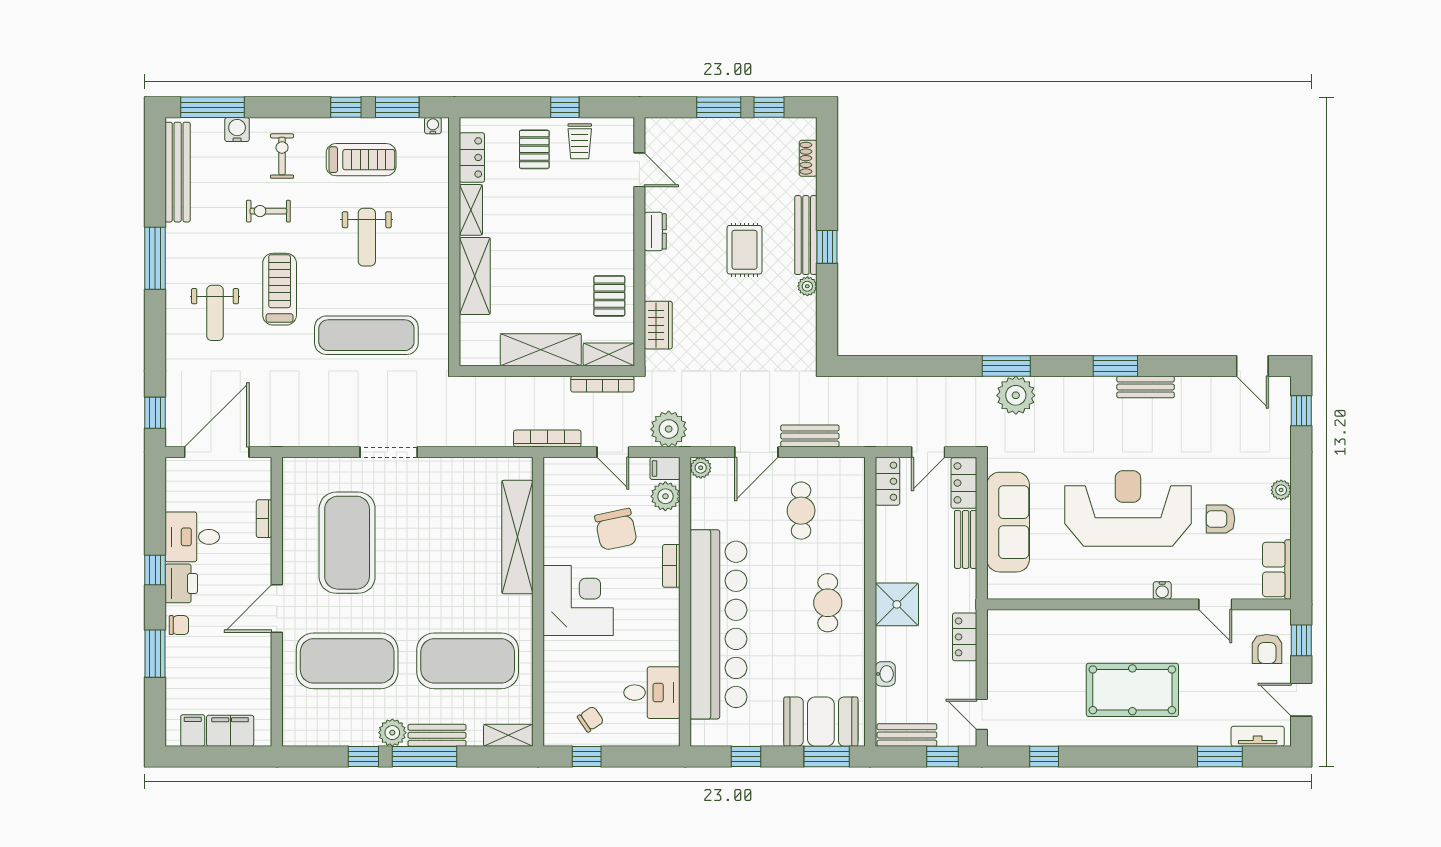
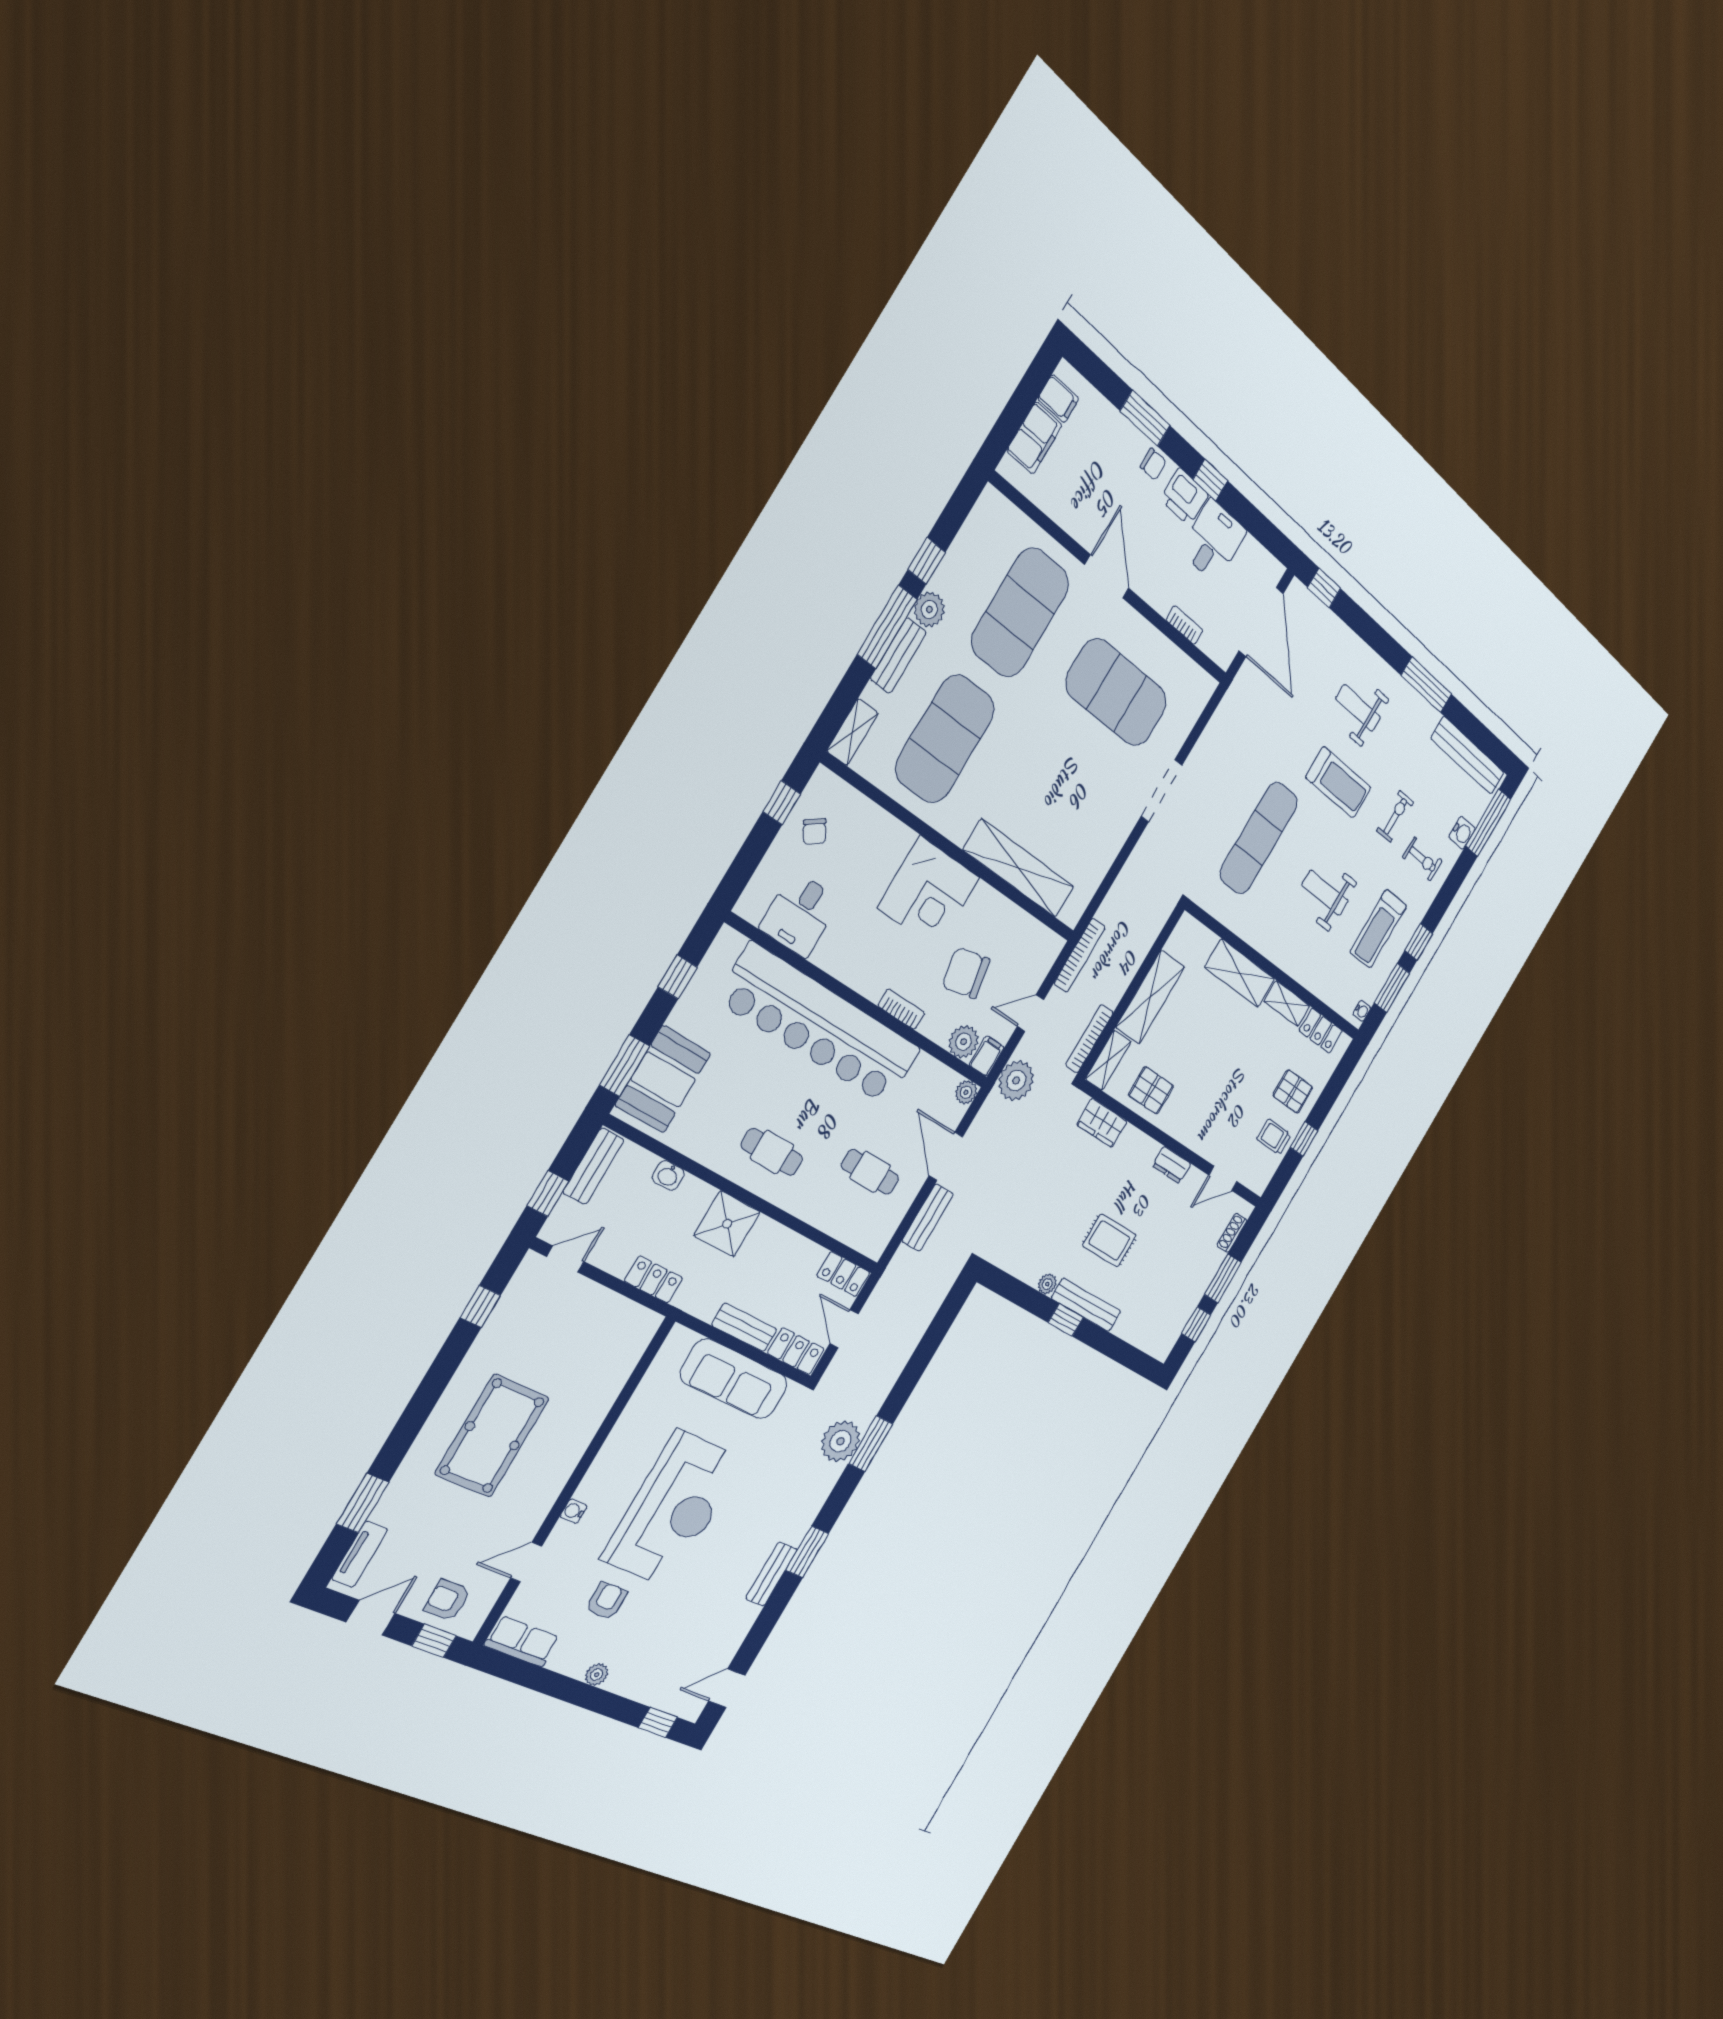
shoe rack: (808, 158) -> (1232, 1233), moved, turned -90
chair: (179, 625) -> (1153, 464), turned -90

